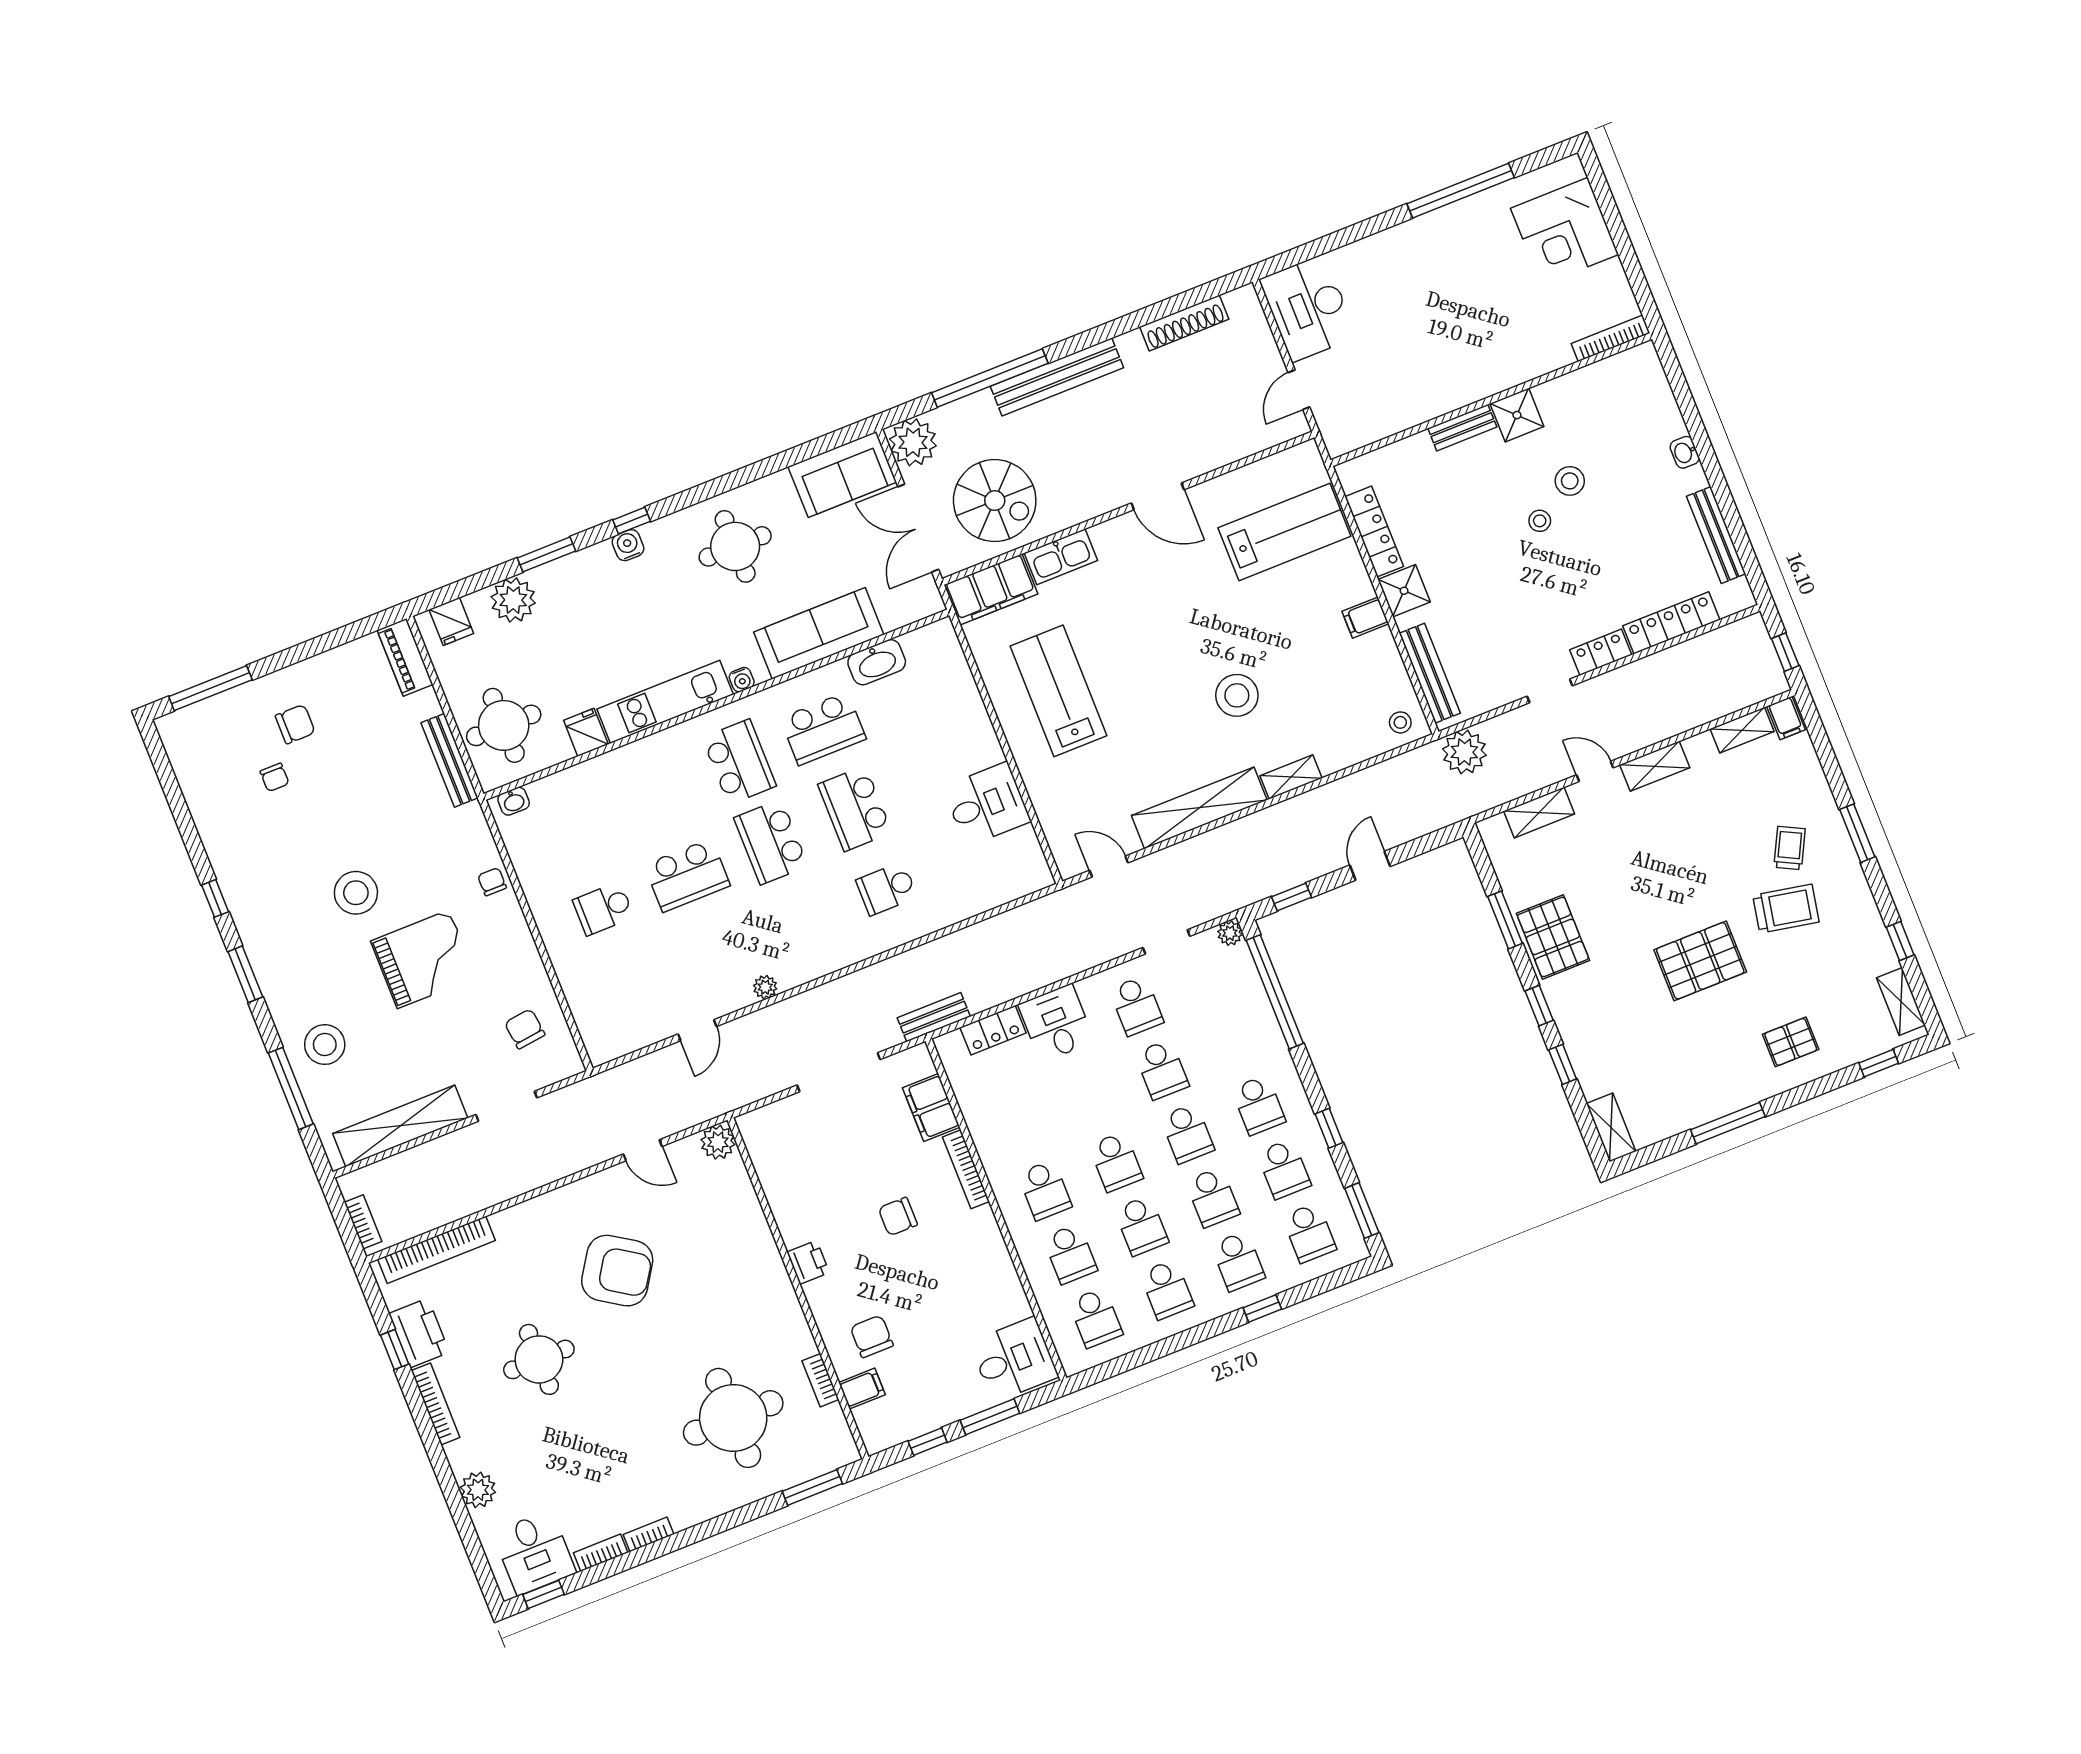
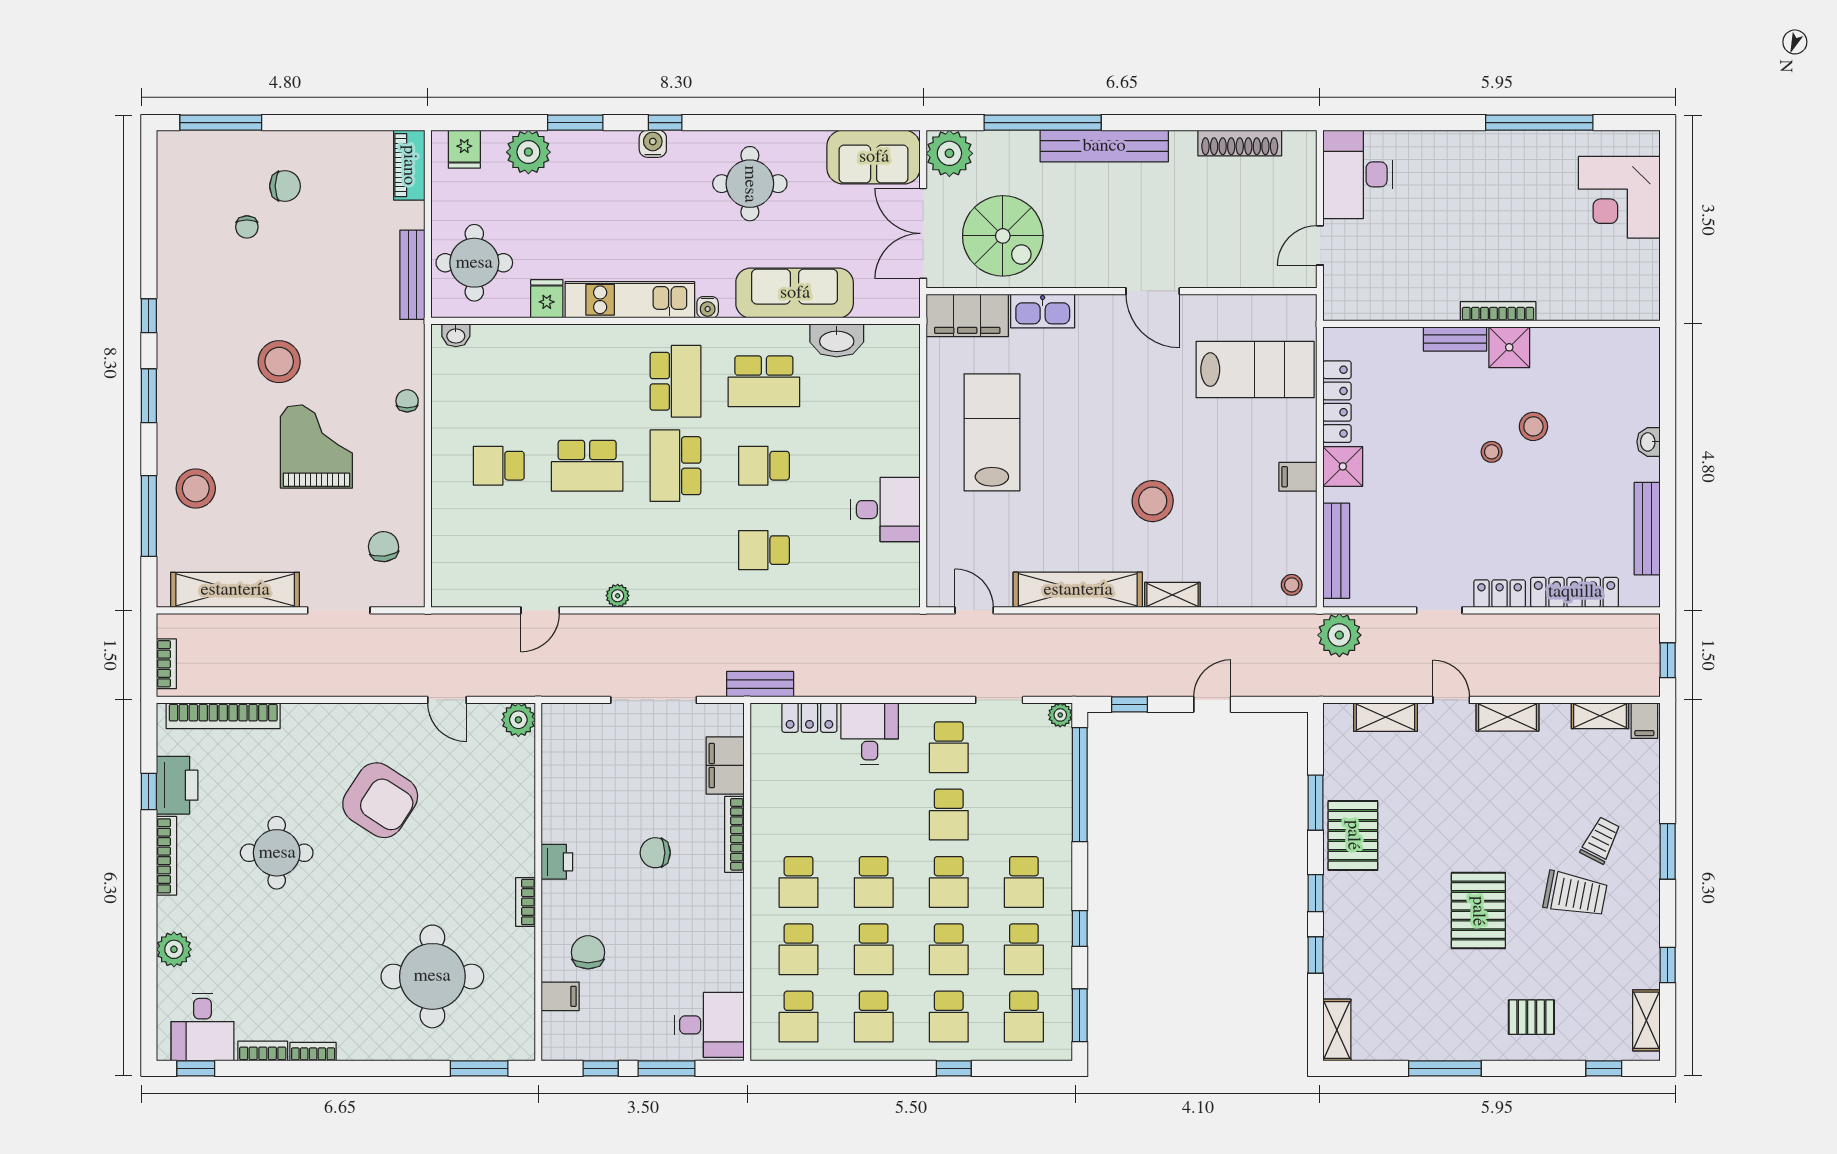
bookcase: (1611, 338) -> (1498, 311), moved
school desk: (855, 809) -> (764, 466), width x0.54
grand piano: (423, 959) -> (316, 446), turned -90
pallet: (1700, 961) -> (1478, 911), turned 90
bookcase: (820, 1380) -> (526, 902), moved

